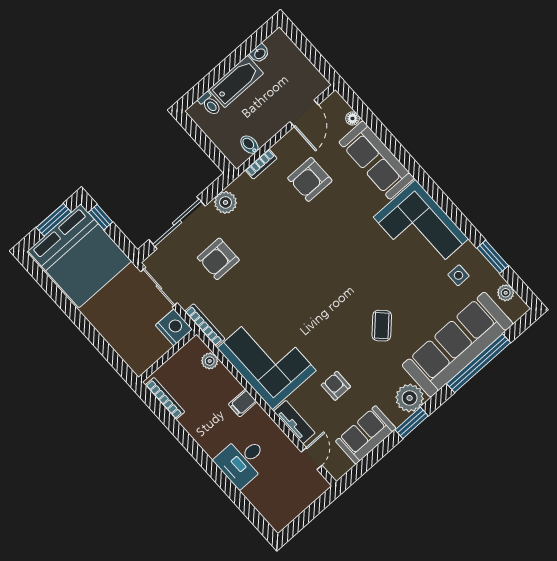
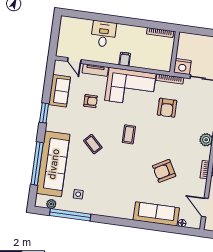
armchair: (310, 179) -> (164, 171), moved, turned -119
corner sofa: (421, 228) -> (112, 201), removed
window: (493, 257) -> (70, 215), width x2.11
armchair: (218, 259) -> (167, 108), moved, turned 180
coffee table: (323, 298) -> (129, 134), added
plant: (210, 361) -> (154, 65), removed
plant: (410, 398) -> (54, 123), removed

